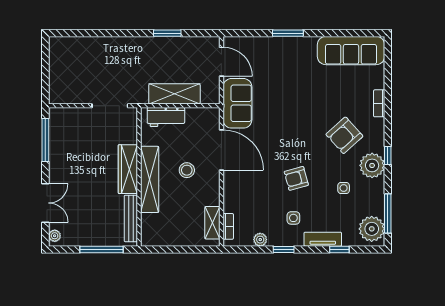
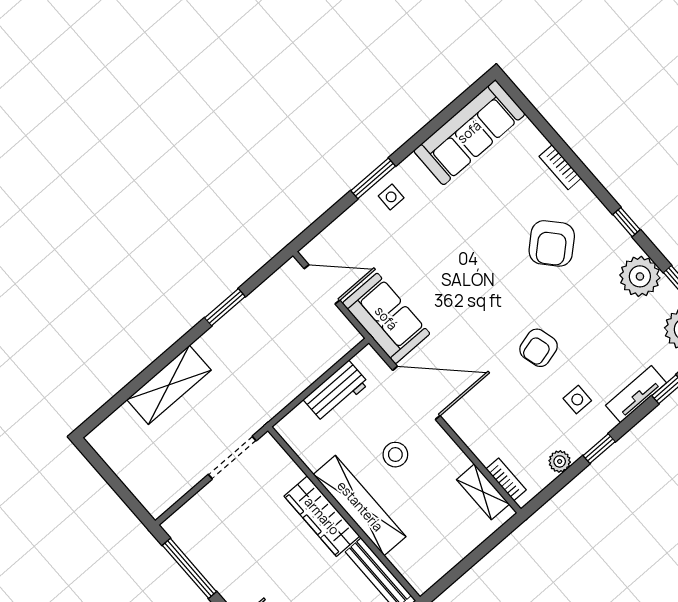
shelving: (174, 94) -> (169, 385), moved
workbench: (166, 117) -> (336, 391), moved
plant: (372, 165) -> (640, 276), moved
side table: (344, 188) -> (391, 197), moved

